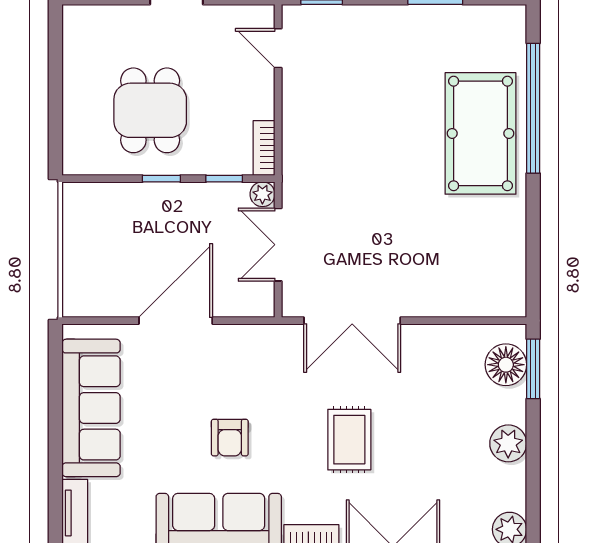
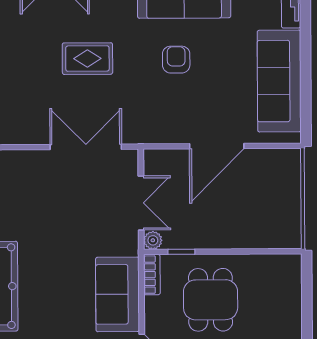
dining table: (150, 110) -> (211, 300), moved
sofa: (310, 122) -> (117, 294), added
window: (161, 179) -> (228, 252), removed
rug: (349, 440) -> (87, 59), turned 90

